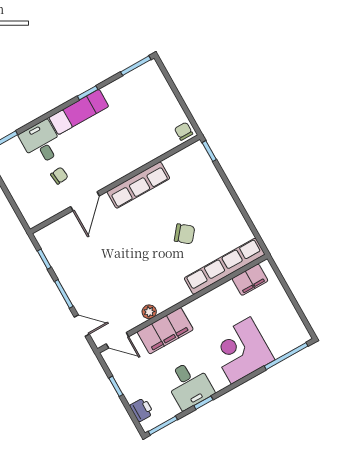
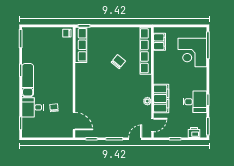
row of seats: (138, 185) -> (81, 45), moved
door: (85, 201) -> (74, 121), moved
corner desk: (241, 350) -> (192, 52), moved

